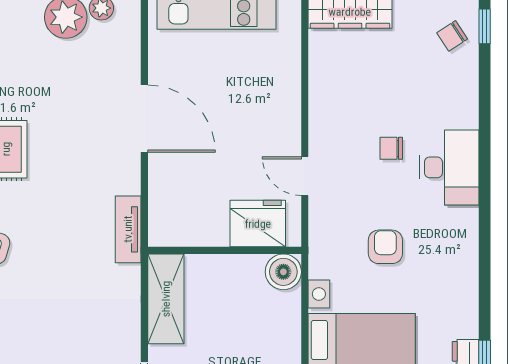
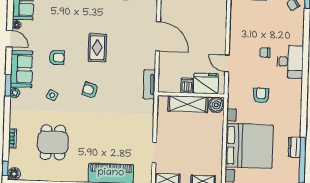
dishwasher: (214, 230) -> (187, 86), added
shelving: (166, 299) -> (188, 104), moved, turned 90

